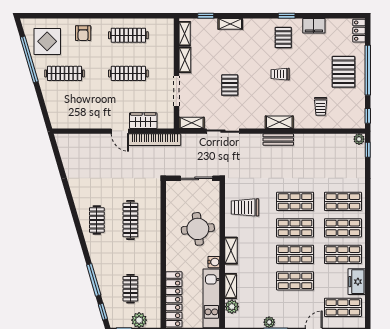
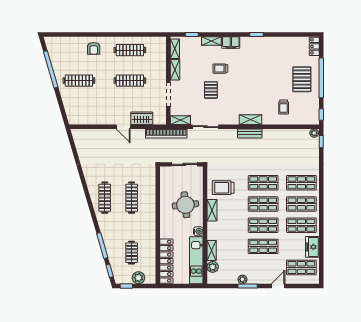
filing cabinet: (314, 26) -> (231, 42), moved
pallet: (283, 38) -> (254, 52), removed
display table: (47, 41) -> (65, 55), removed
trolley: (280, 74) -> (220, 69), moved
bookcase: (155, 140) -> (166, 133), moved
clothes rail: (97, 220) -> (105, 198), width x1.36
shelving: (231, 251) -> (212, 210), moved

